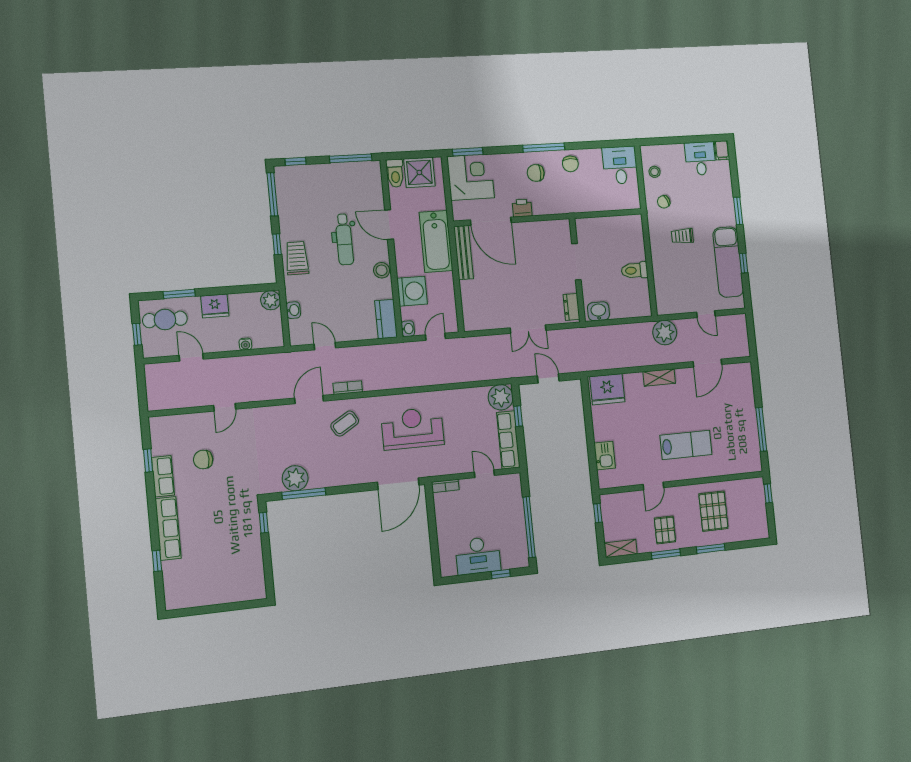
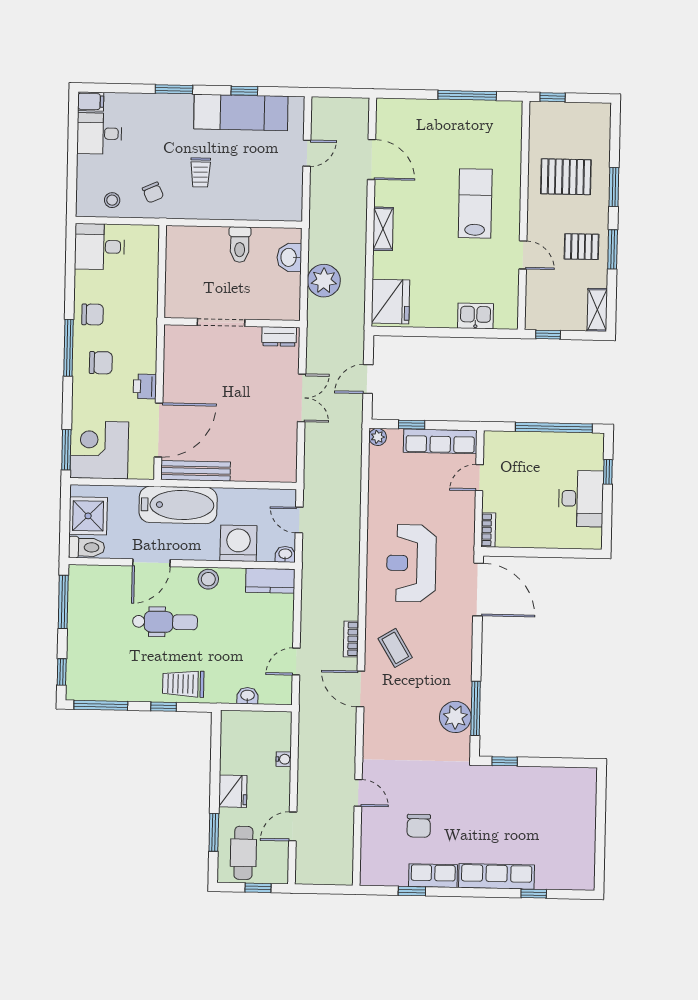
chair: (536, 173) -> (101, 363), turned -90
plant: (271, 300) -> (233, 722), removed
washbasin: (598, 311) -> (289, 257), moved
plant: (665, 333) -> (324, 281), moved
plant: (501, 397) -> (378, 437), width x0.53, depth x0.53

